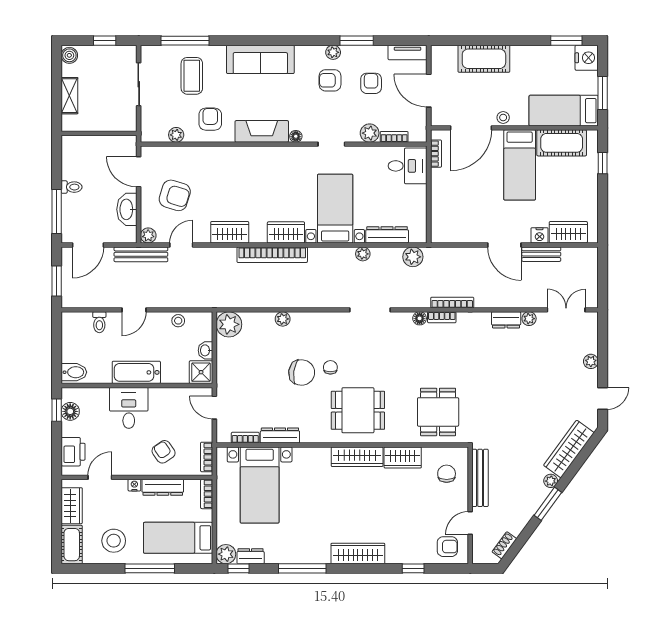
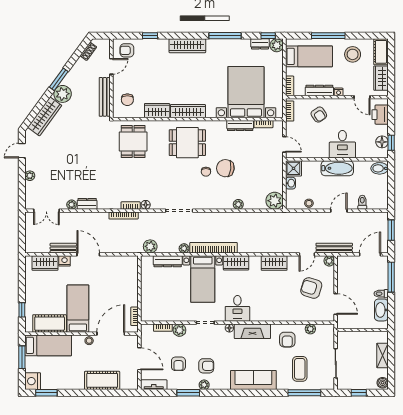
desk: (408, 166) -> (237, 308), moved, turned -90
washbasin: (127, 209) -> (381, 310), moved, turned 180
bookcase: (272, 255) -> (214, 248), moved
door: (100, 477) -> (362, 97), hinge flipped
plant: (551, 481) -> (63, 94), width x1.88, depth x1.88
bed with nightstands: (260, 485) -> (246, 92), width x1.36

